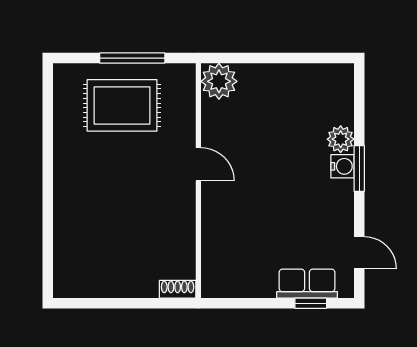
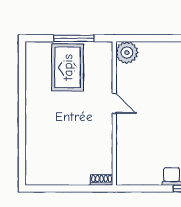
rug: (122, 105) -> (68, 67), turned 90

